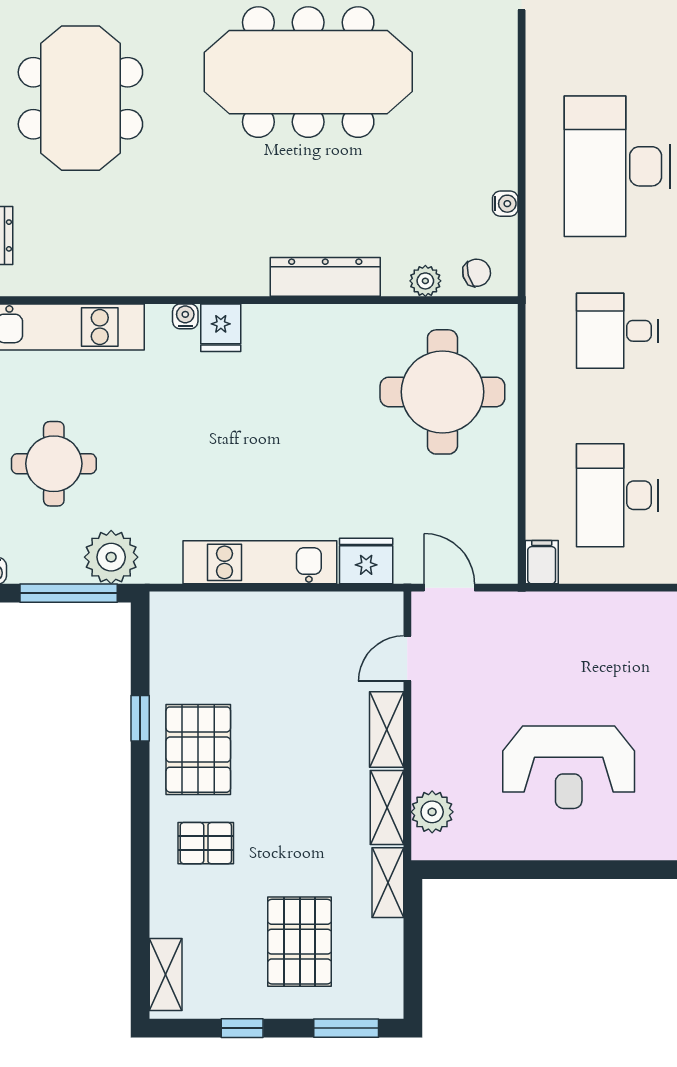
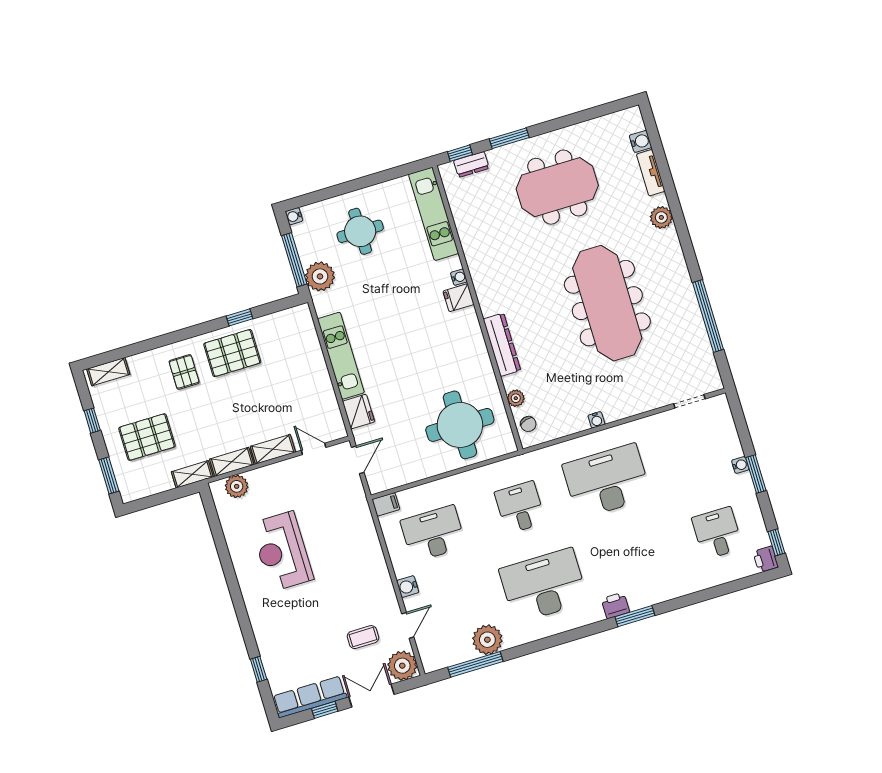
water cooler: (505, 204) -> (596, 420), moved

